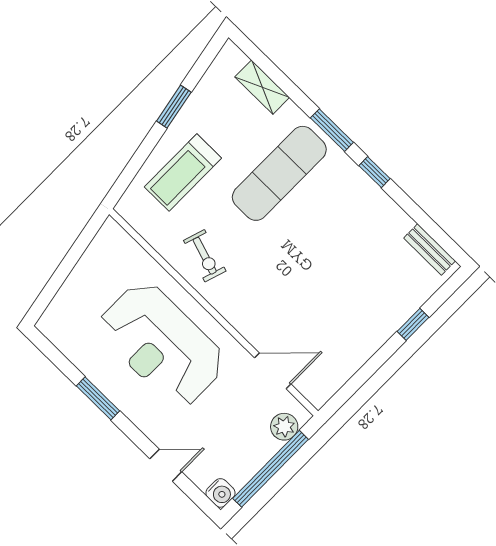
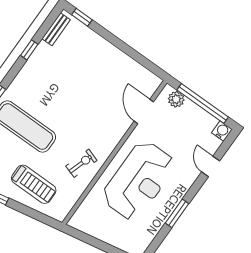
window: (375, 172) -> (29, 50), moved
window: (413, 324) -> (82, 17), moved

